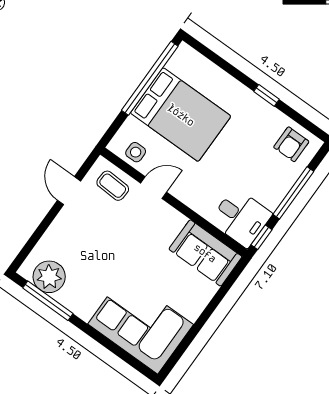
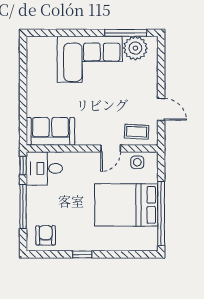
corner sofa: (141, 324) -> (90, 59), moved

